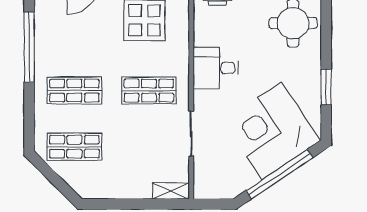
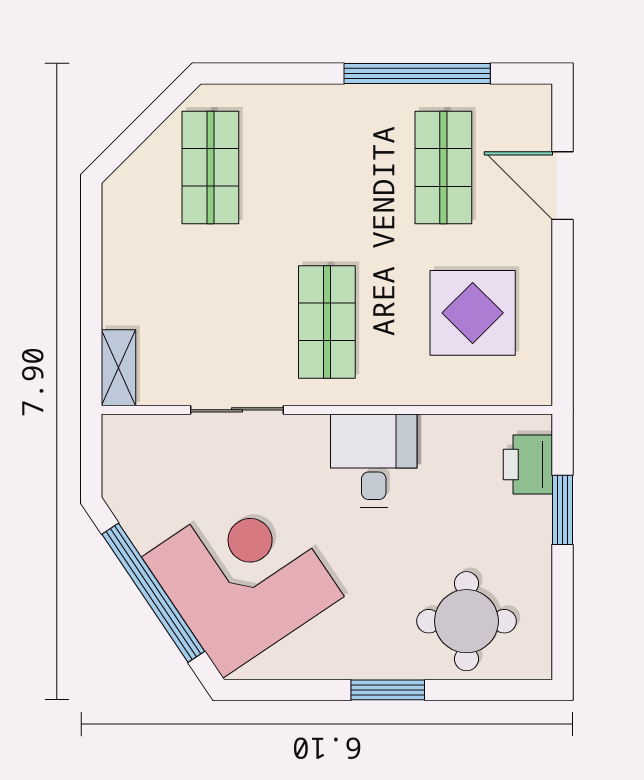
window: (326, 87) -> (388, 690), moved
shop shelf: (74, 91) -> (443, 167), moved

